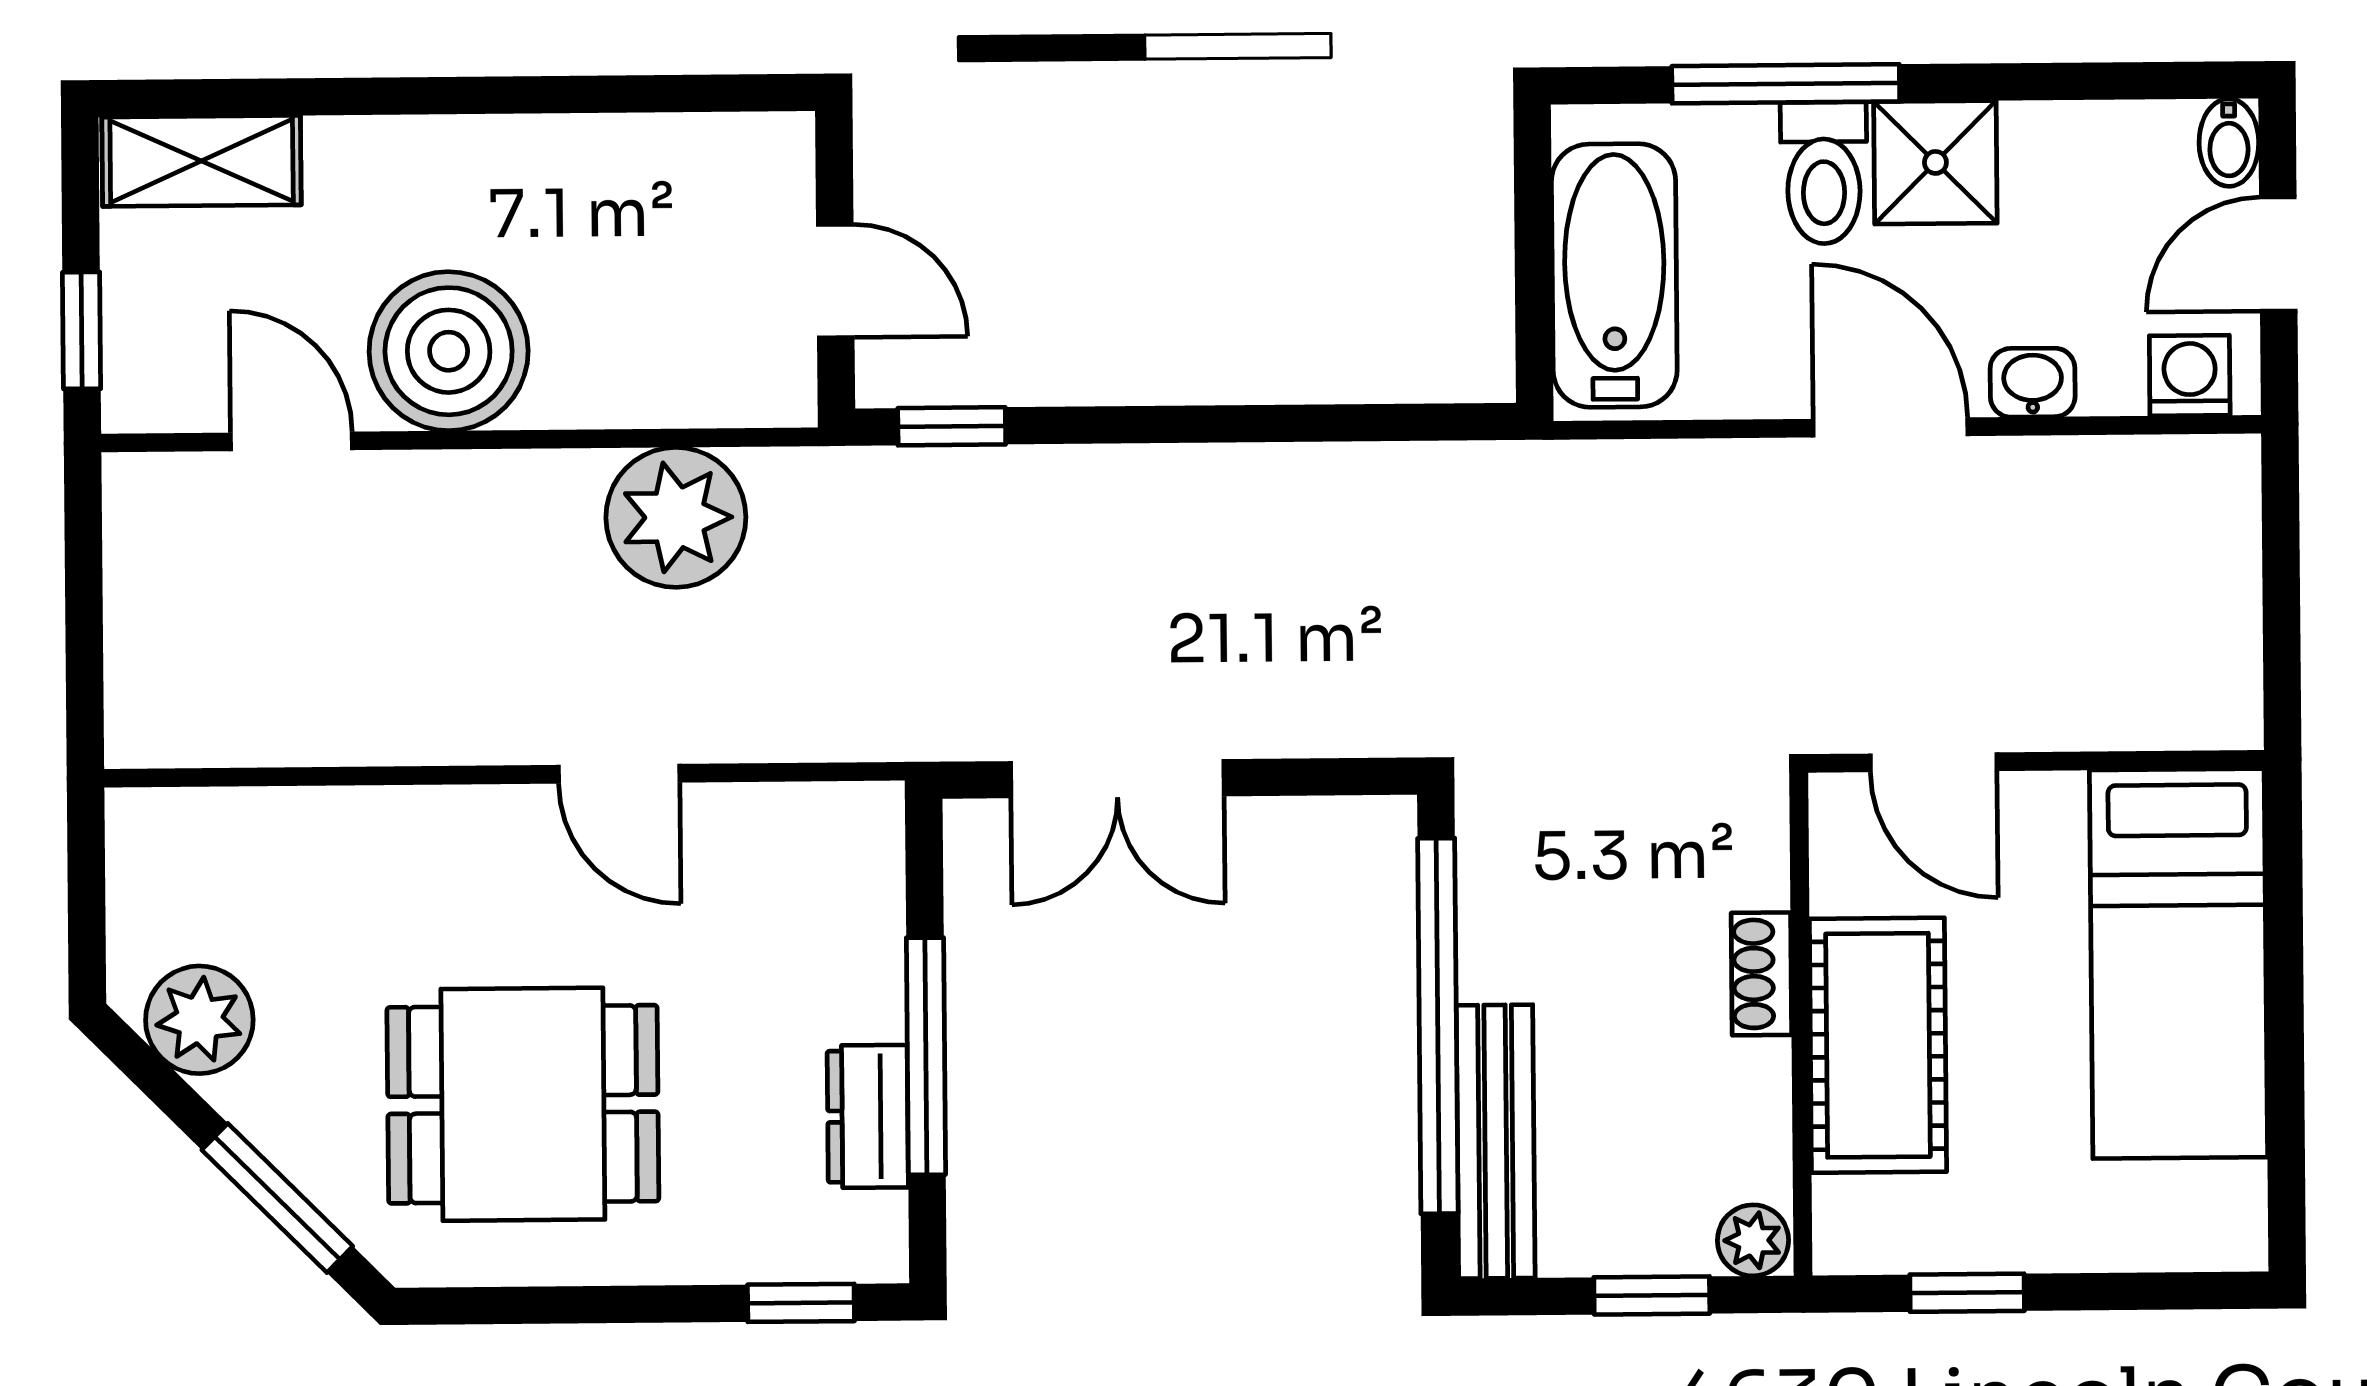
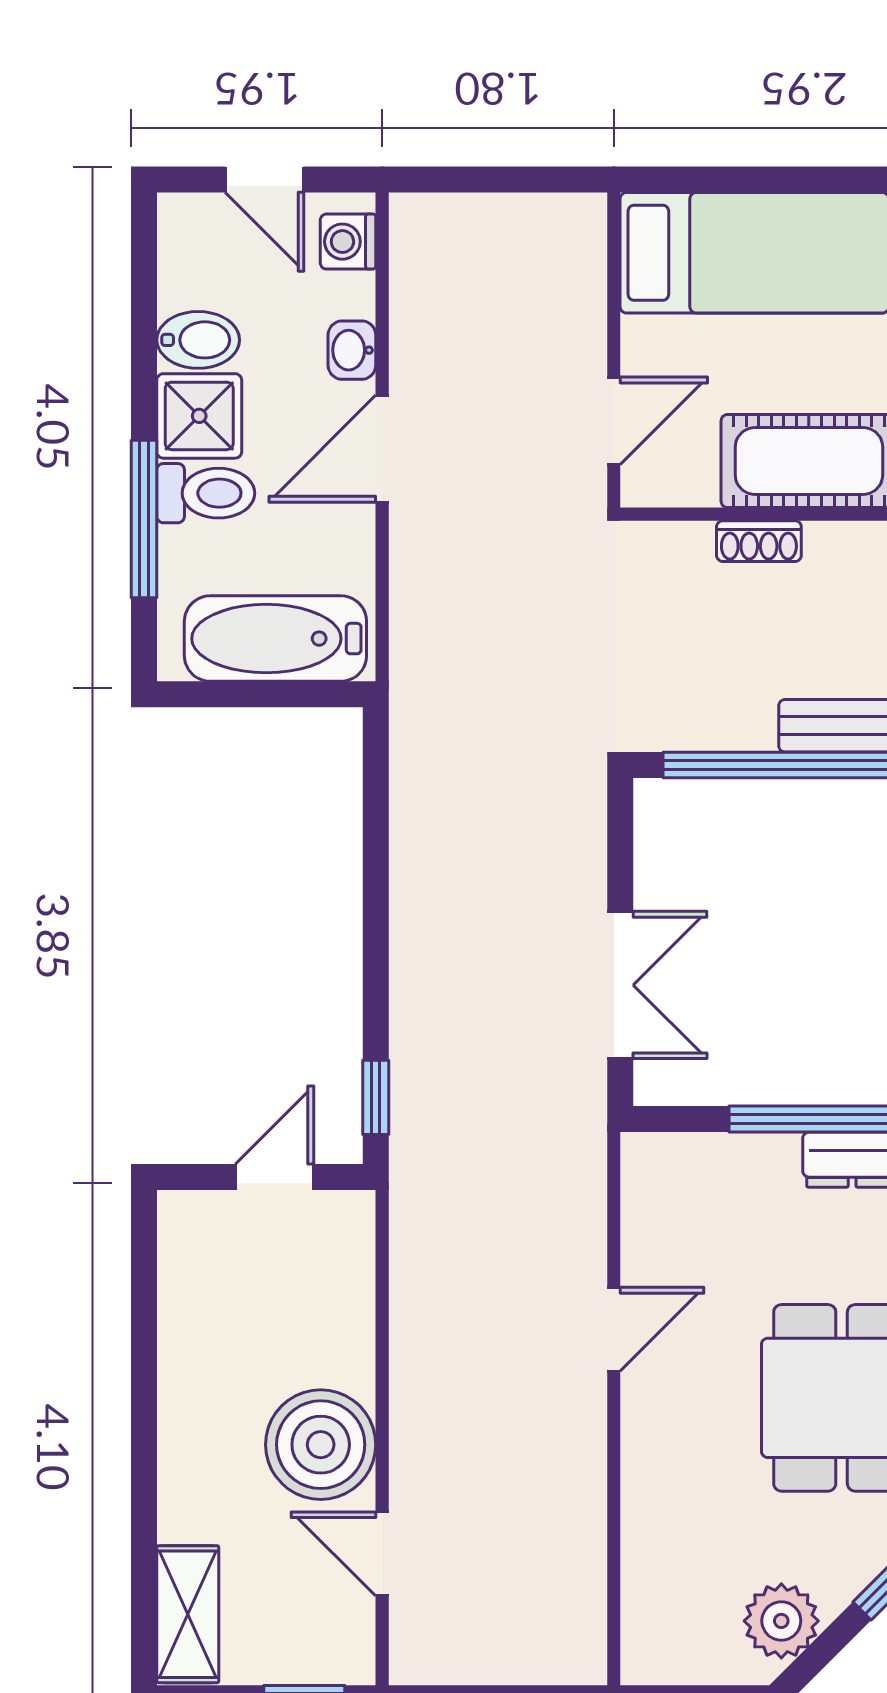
bidet: (2229, 143) -> (198, 340), moved, width x1.38, depth x1.36
door: (291, 441) -> (382, 1554), hinge flipped
plant: (676, 517) -> (437, 1289), removed

